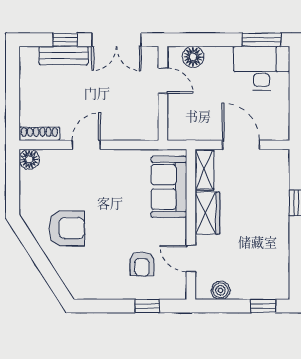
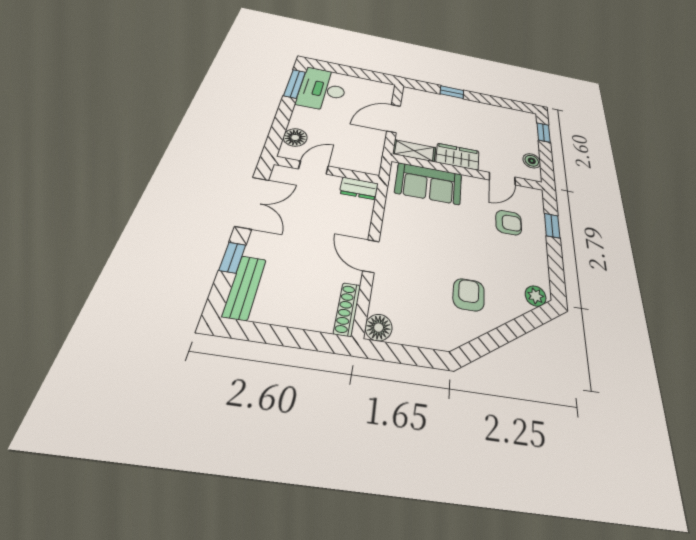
bench: (64, 55) -> (244, 287), moved
dresser: (150, 124) -> (359, 188), added
armchair: (67, 228) -> (469, 295), width x0.72, depth x0.72
plant: (75, 286) -> (536, 296), added

